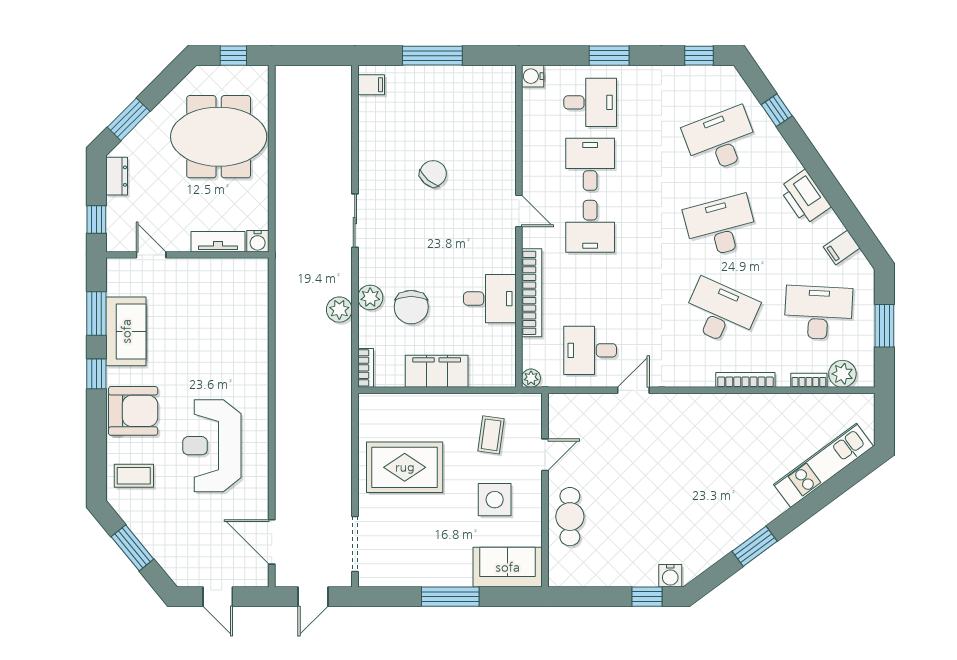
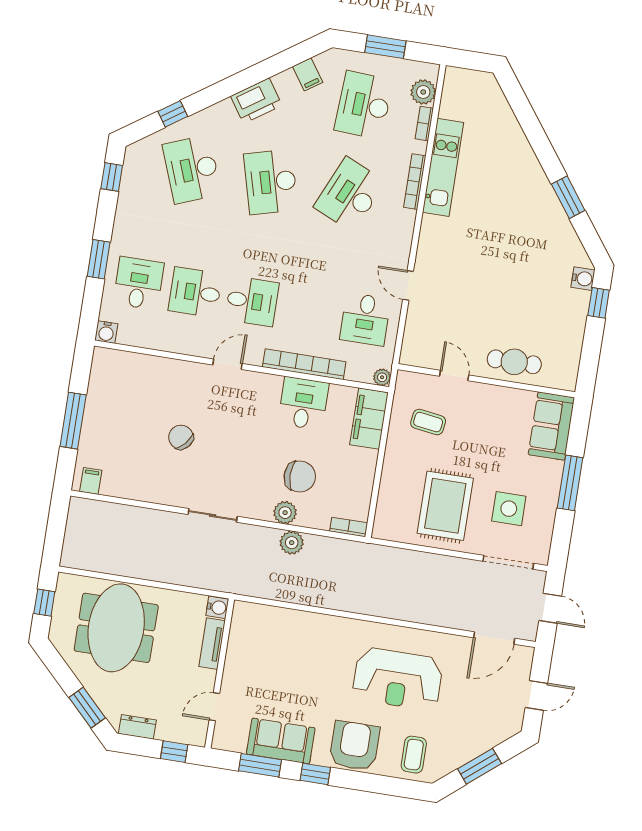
filing cabinet: (437, 371) -> (369, 419), moved
kitchen unit: (824, 465) -> (443, 167), moved, turned -144
side table: (495, 500) -> (509, 509), moved

